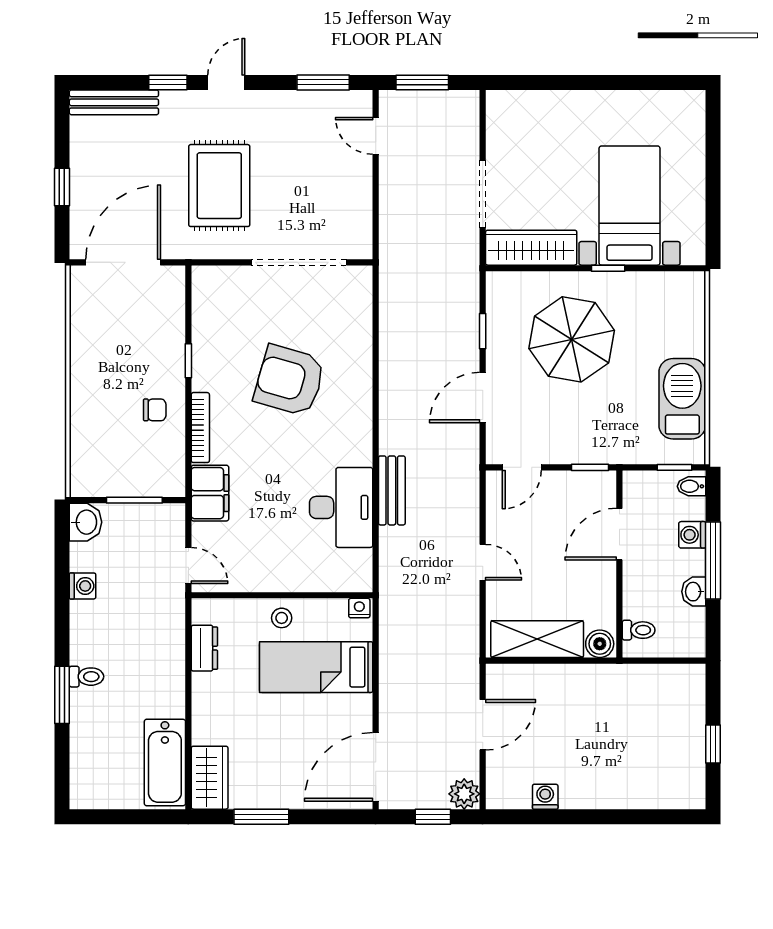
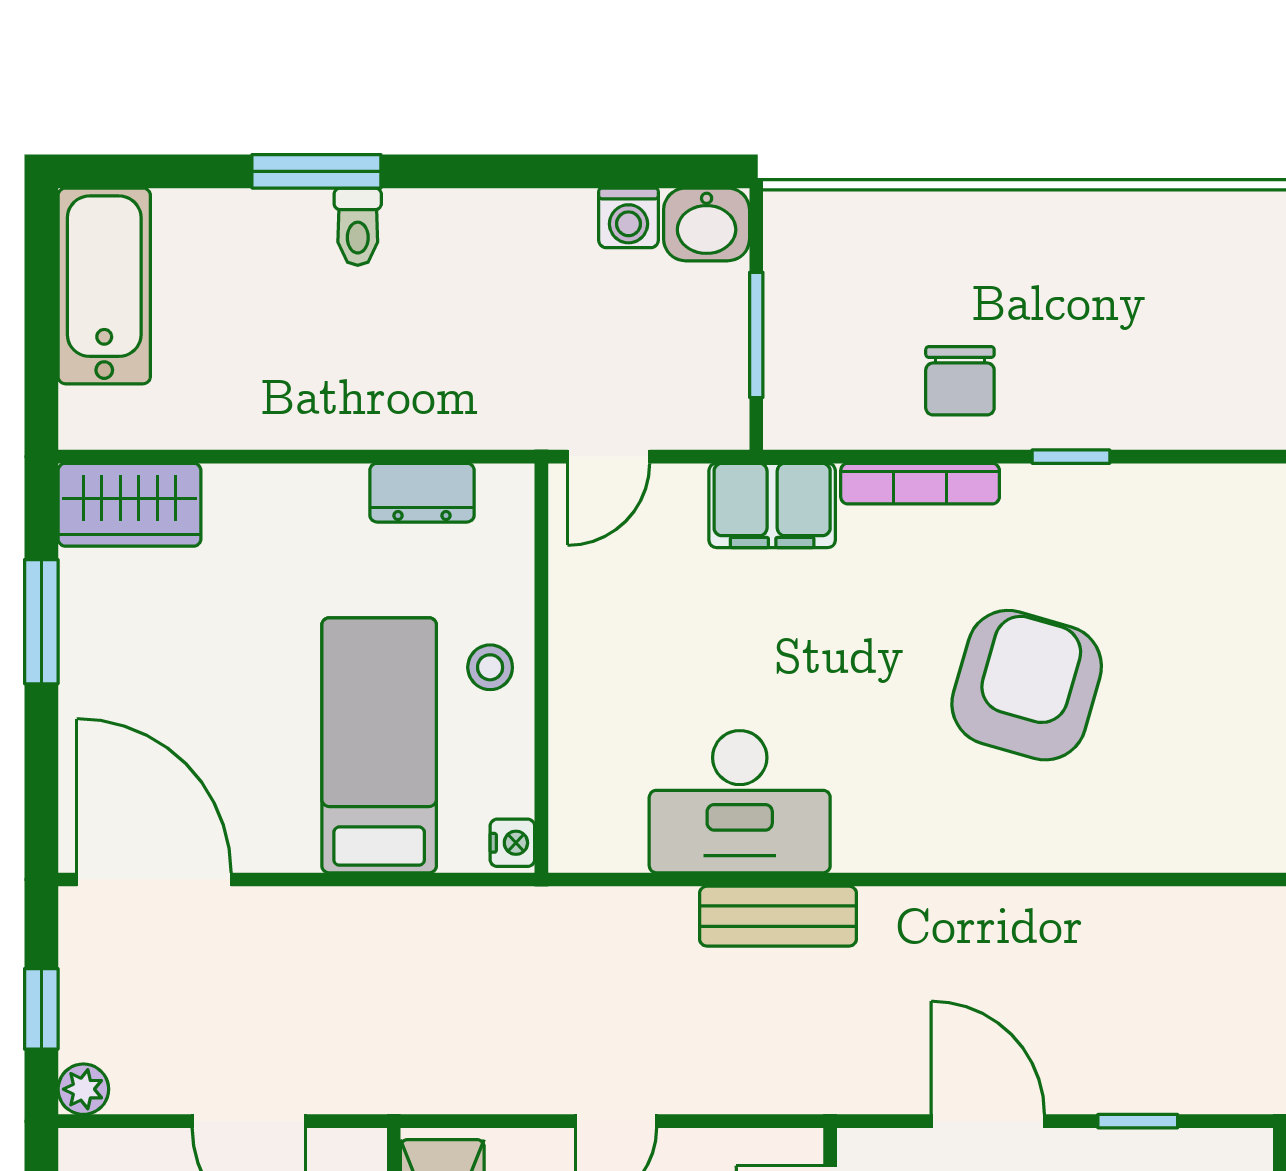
chair: (155, 410) -> (960, 381), width x1.37, depth x1.37
washing machine: (83, 586) -> (629, 218), moved
bathtub: (165, 763) -> (104, 286), moved, turned 90
plant: (464, 794) -> (83, 1089), width x0.73, depth x0.73

